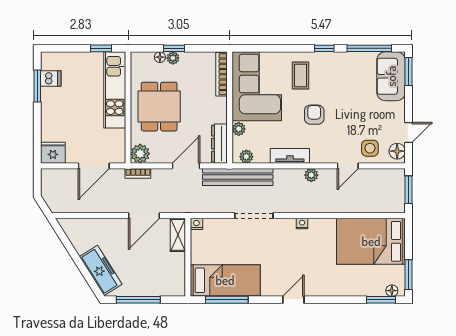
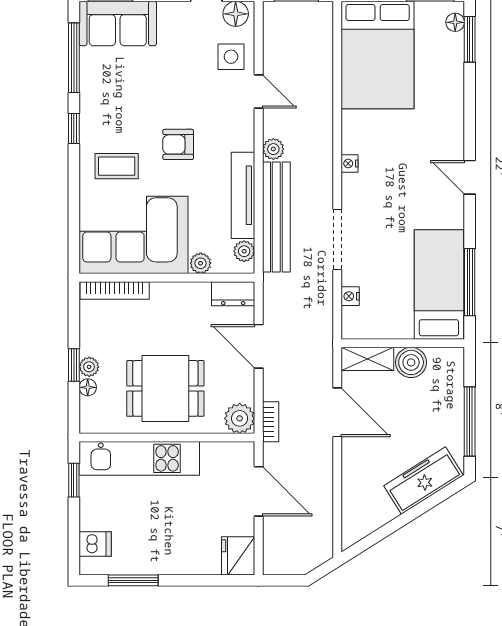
dishwasher: (51, 78) -> (95, 544), moved, turned 90
dresser: (219, 144) -> (233, 294), width x0.70
tv unit: (290, 156) -> (243, 195), width x1.41
bench: (238, 177) -> (276, 217), moved
nightstand: (196, 224) -> (350, 296), moved
boiler: (176, 263) -> (411, 362), added

